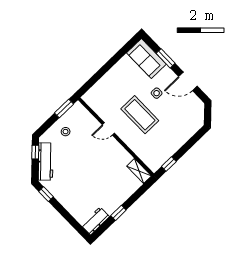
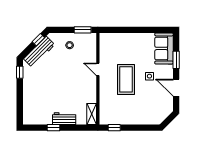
workbench: (95, 221) -> (64, 119), moved

